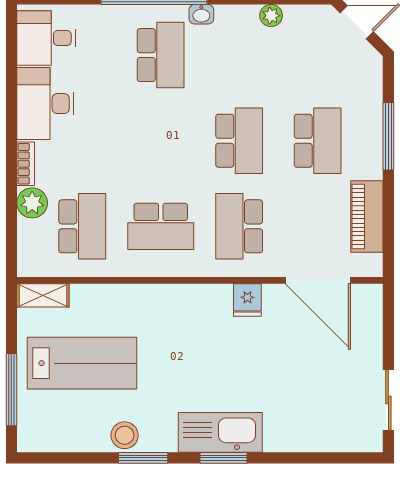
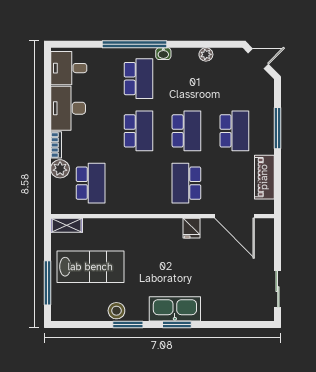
school desk: (161, 226) -> (139, 131), moved, turned -90

